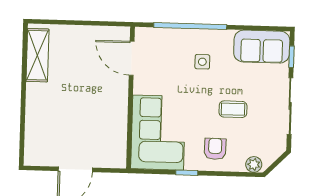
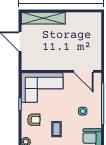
shelving: (37, 55) -> (43, 18), moved, width x1.47
door: (132, 58) -> (83, 71), swing flipped

